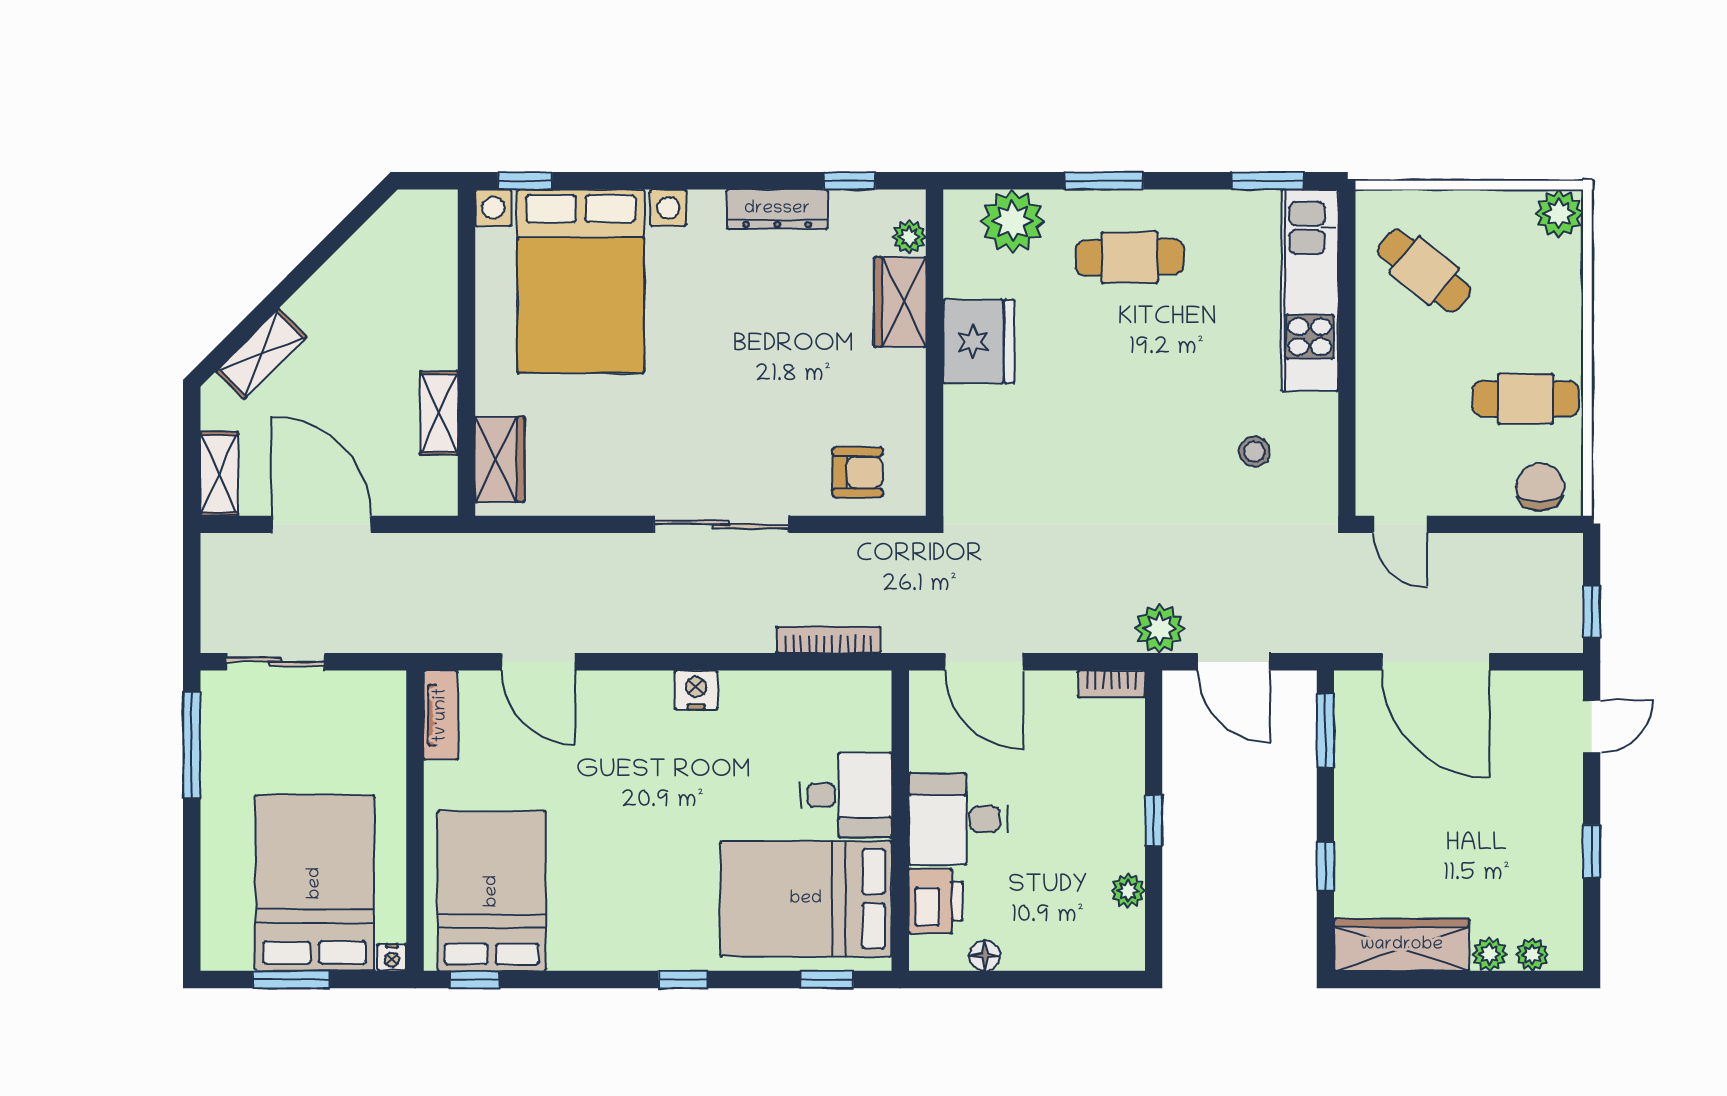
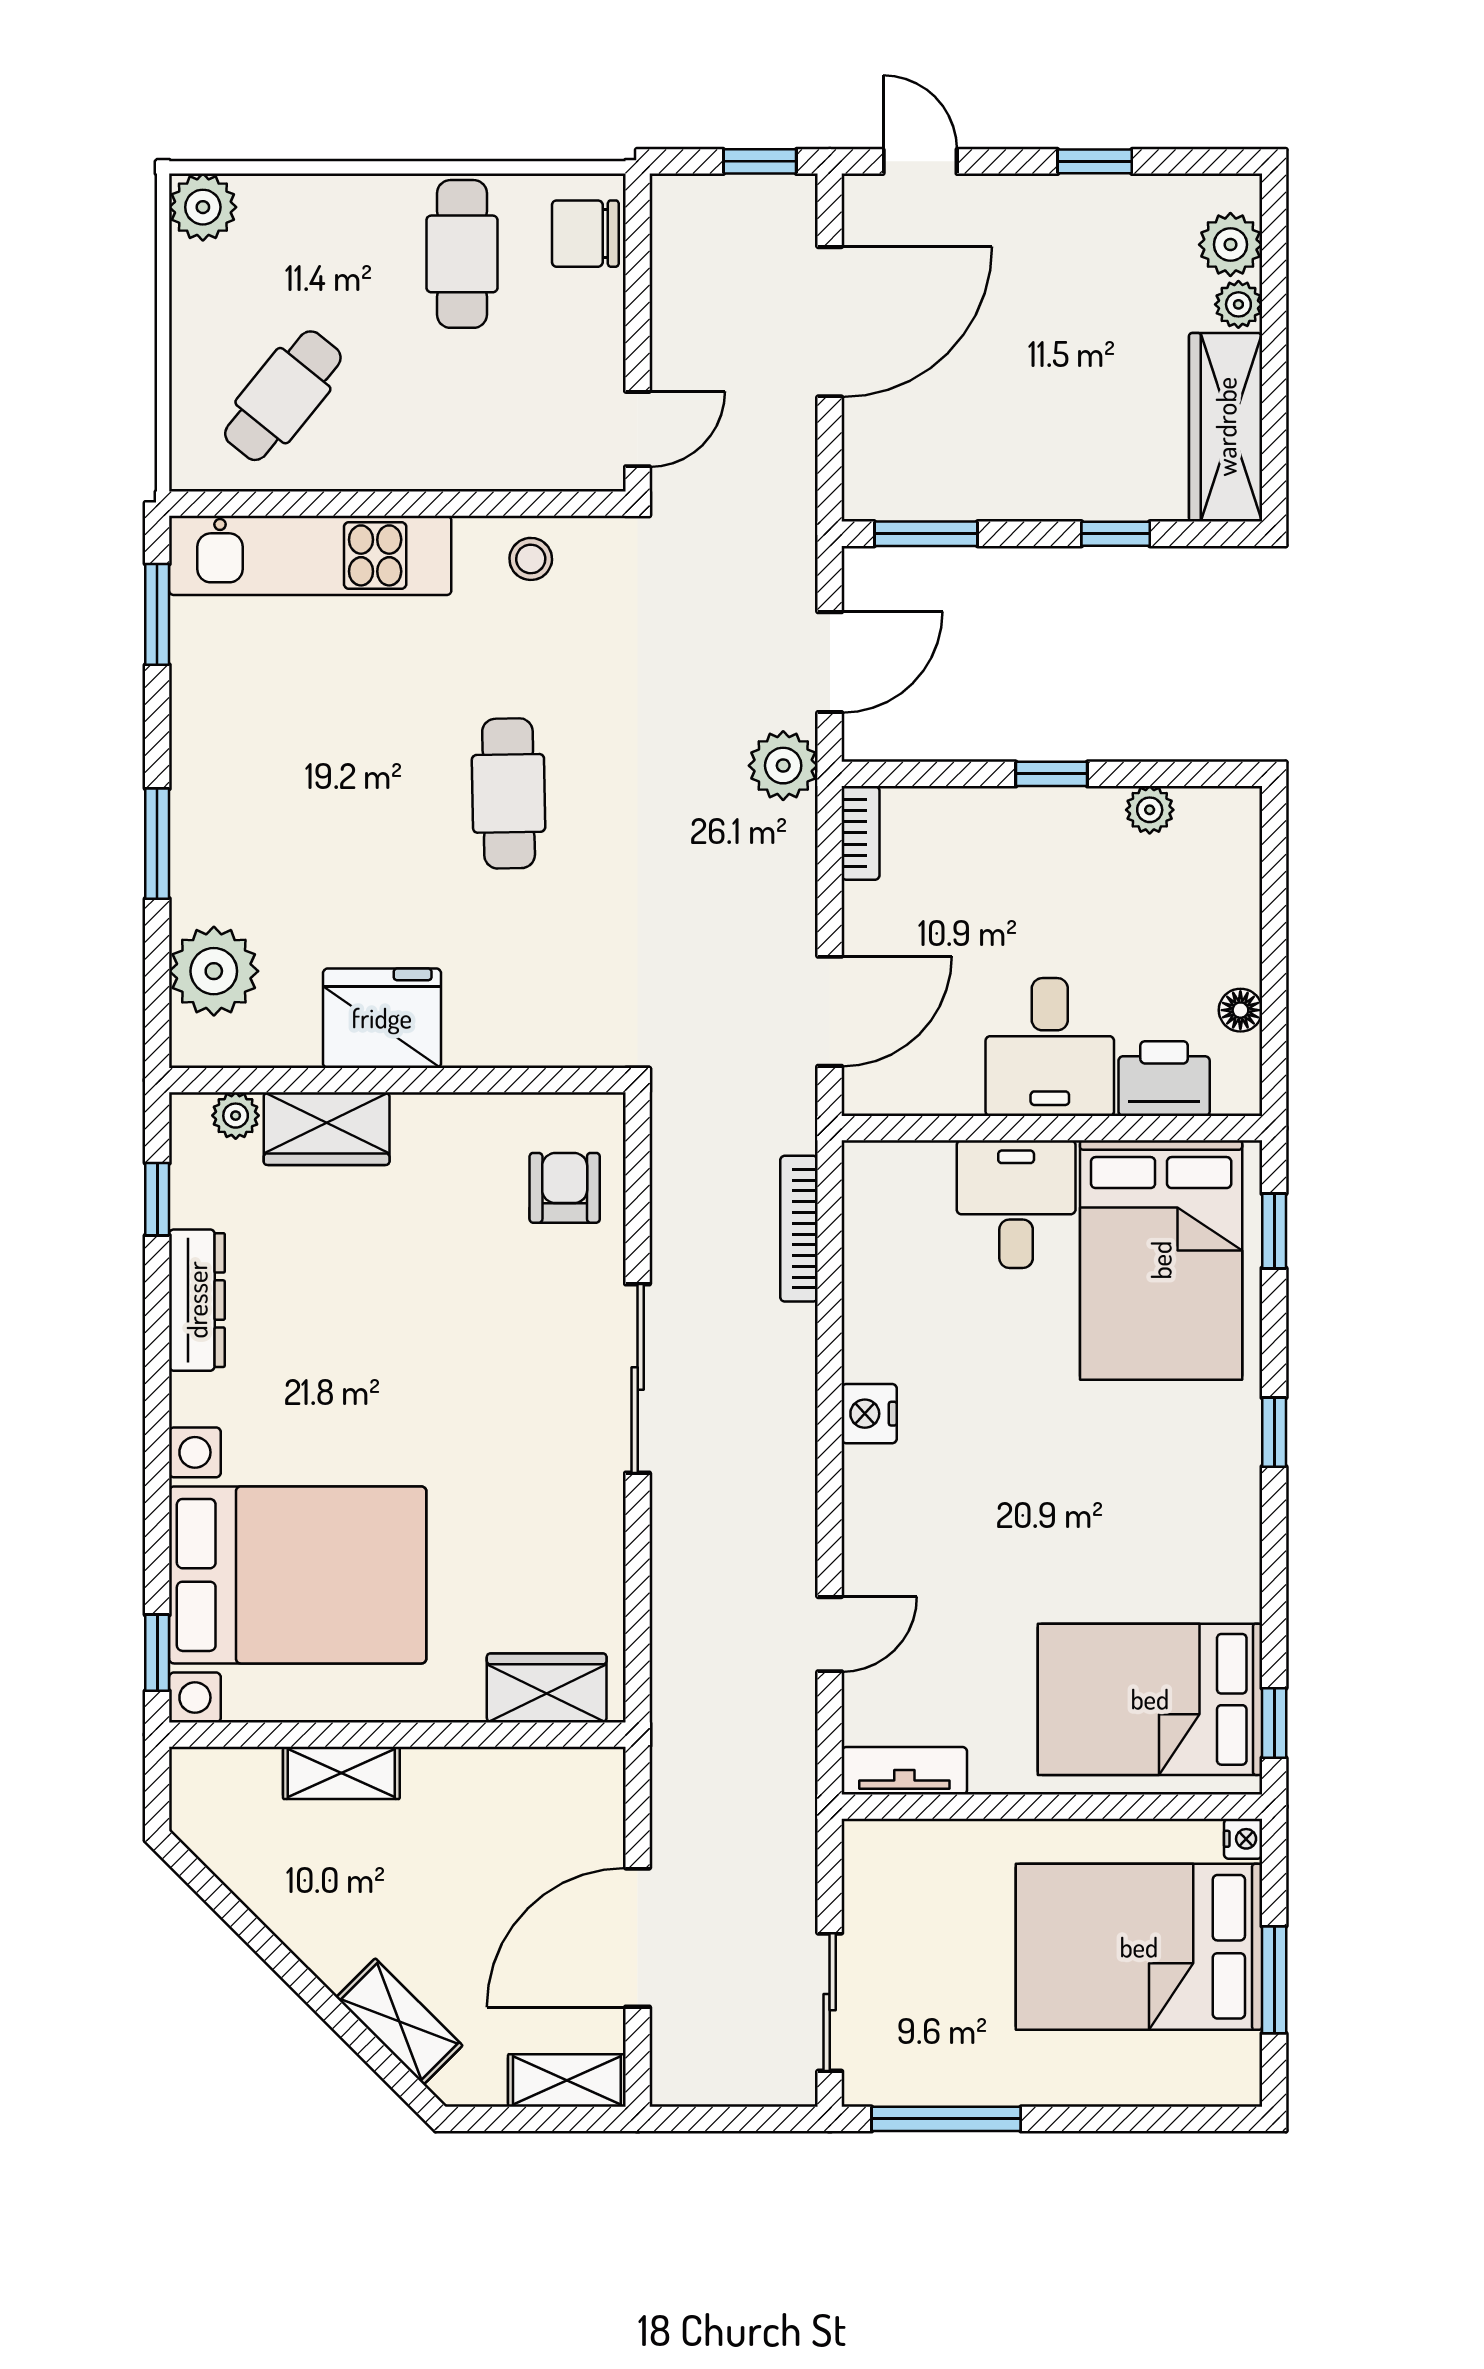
cafe table: (1130, 258) -> (509, 793), moved
shelving: (439, 413) -> (341, 1773), moved
stool: (1254, 452) -> (531, 559), moved
door: (538, 662) -> (830, 1634), width x0.73
door: (1436, 662) -> (830, 322), moved
plant: (1532, 955) -> (1230, 245), width x1.38, depth x1.38

